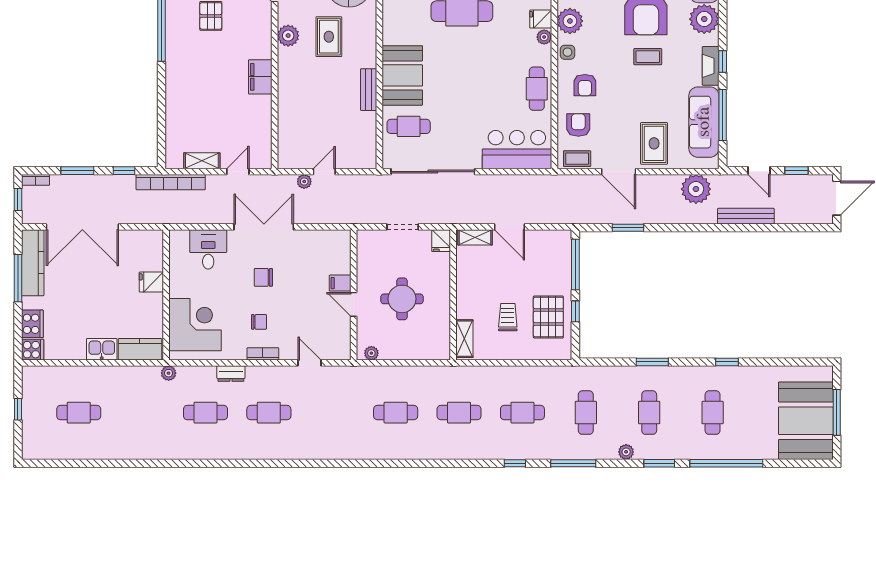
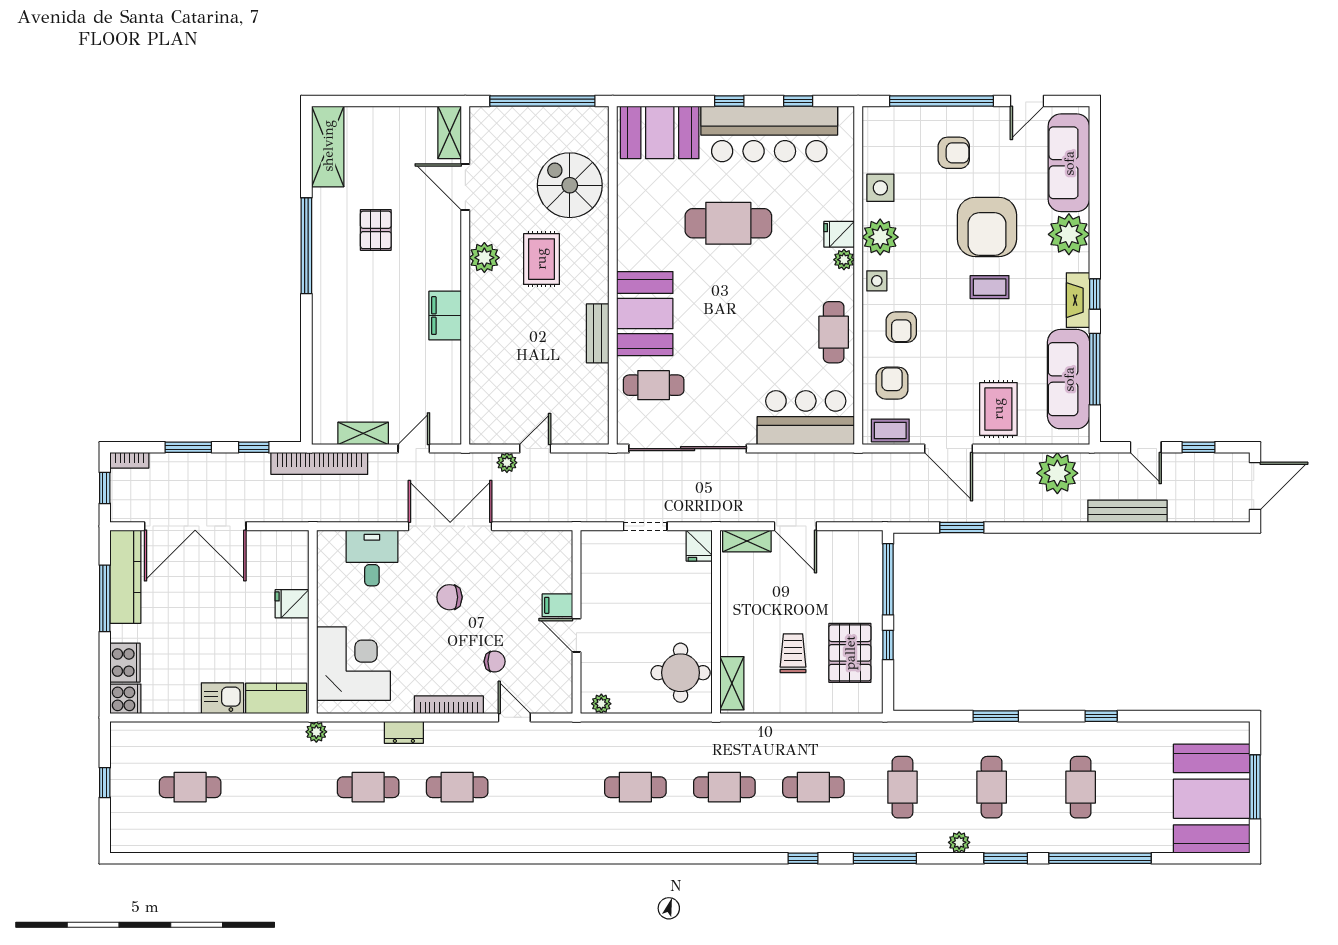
round table: (402, 299) -> (681, 673), moved
chair: (259, 322) -> (495, 661), moved
bookcase: (263, 354) -> (449, 705), width x1.56

